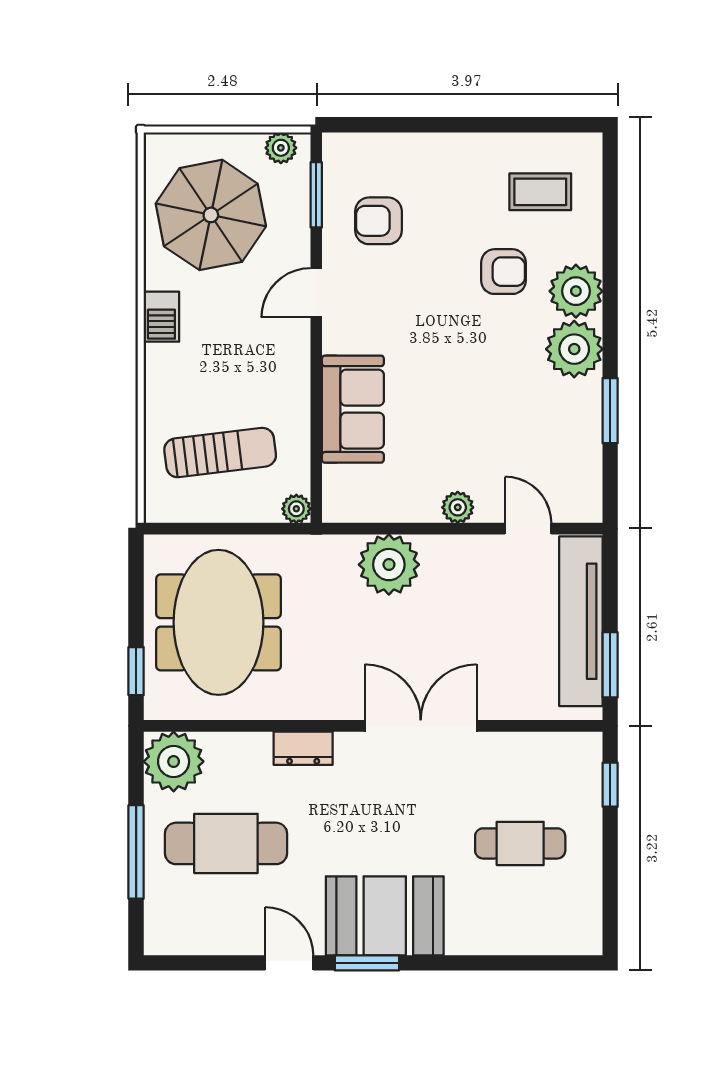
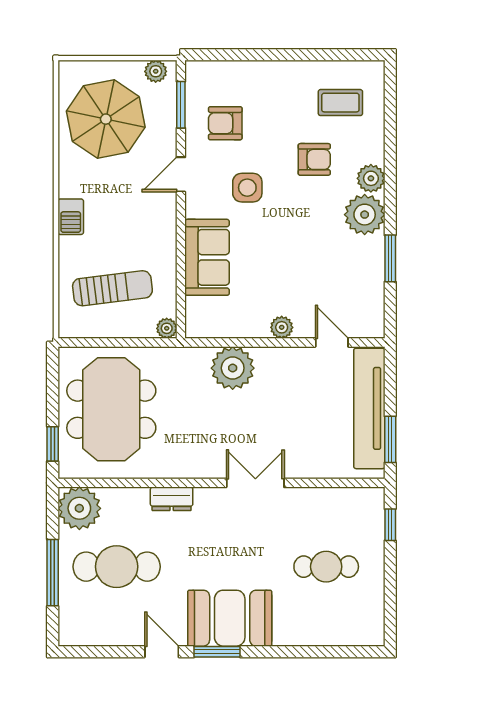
plant: (576, 291) -> (371, 178), width x0.73, depth x0.73
side table: (409, 311) -> (247, 188), added
barbecue: (161, 317) -> (71, 217), moved
double door: (421, 726) -> (255, 483), width x0.73

